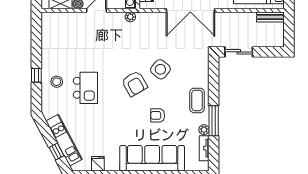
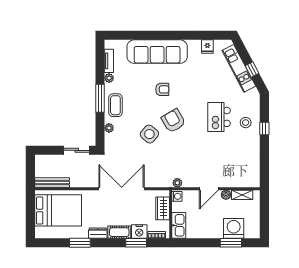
bench: (270, 17) -> (52, 183), width x1.36
plant: (204, 76) -> (109, 128), added
armchair: (158, 115) -> (162, 89), moved
window: (214, 121) -> (100, 98), moved
window: (56, 152) -> (252, 69), moved

